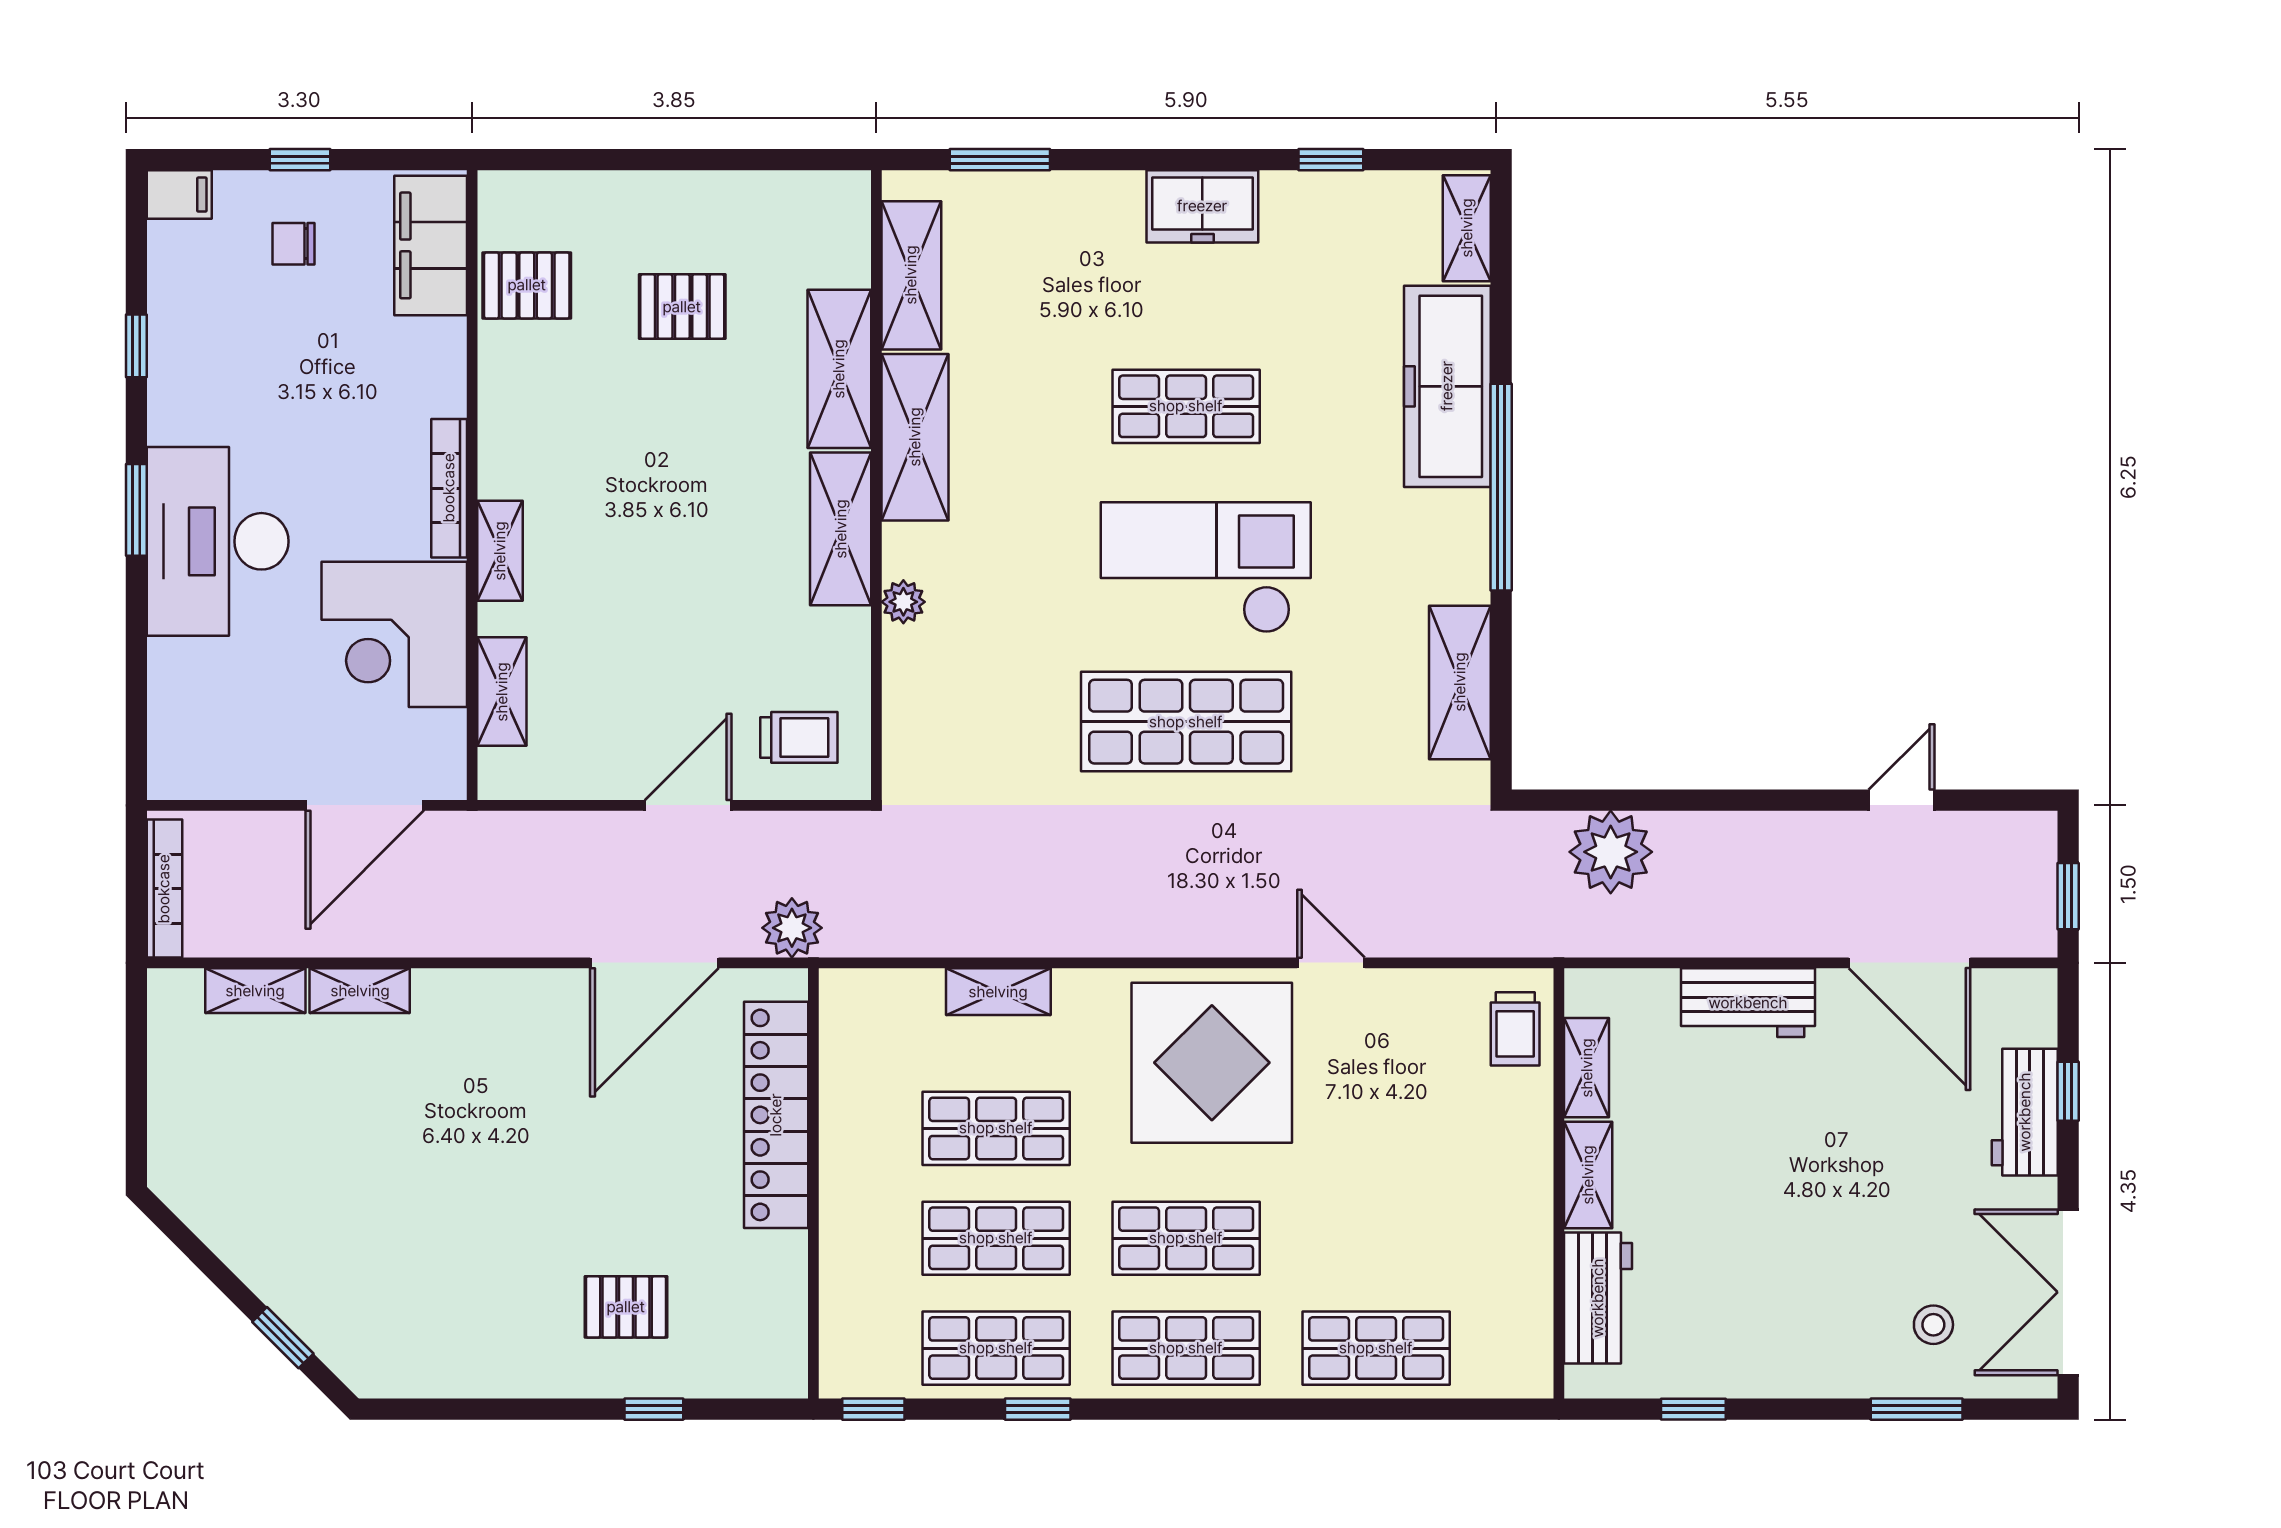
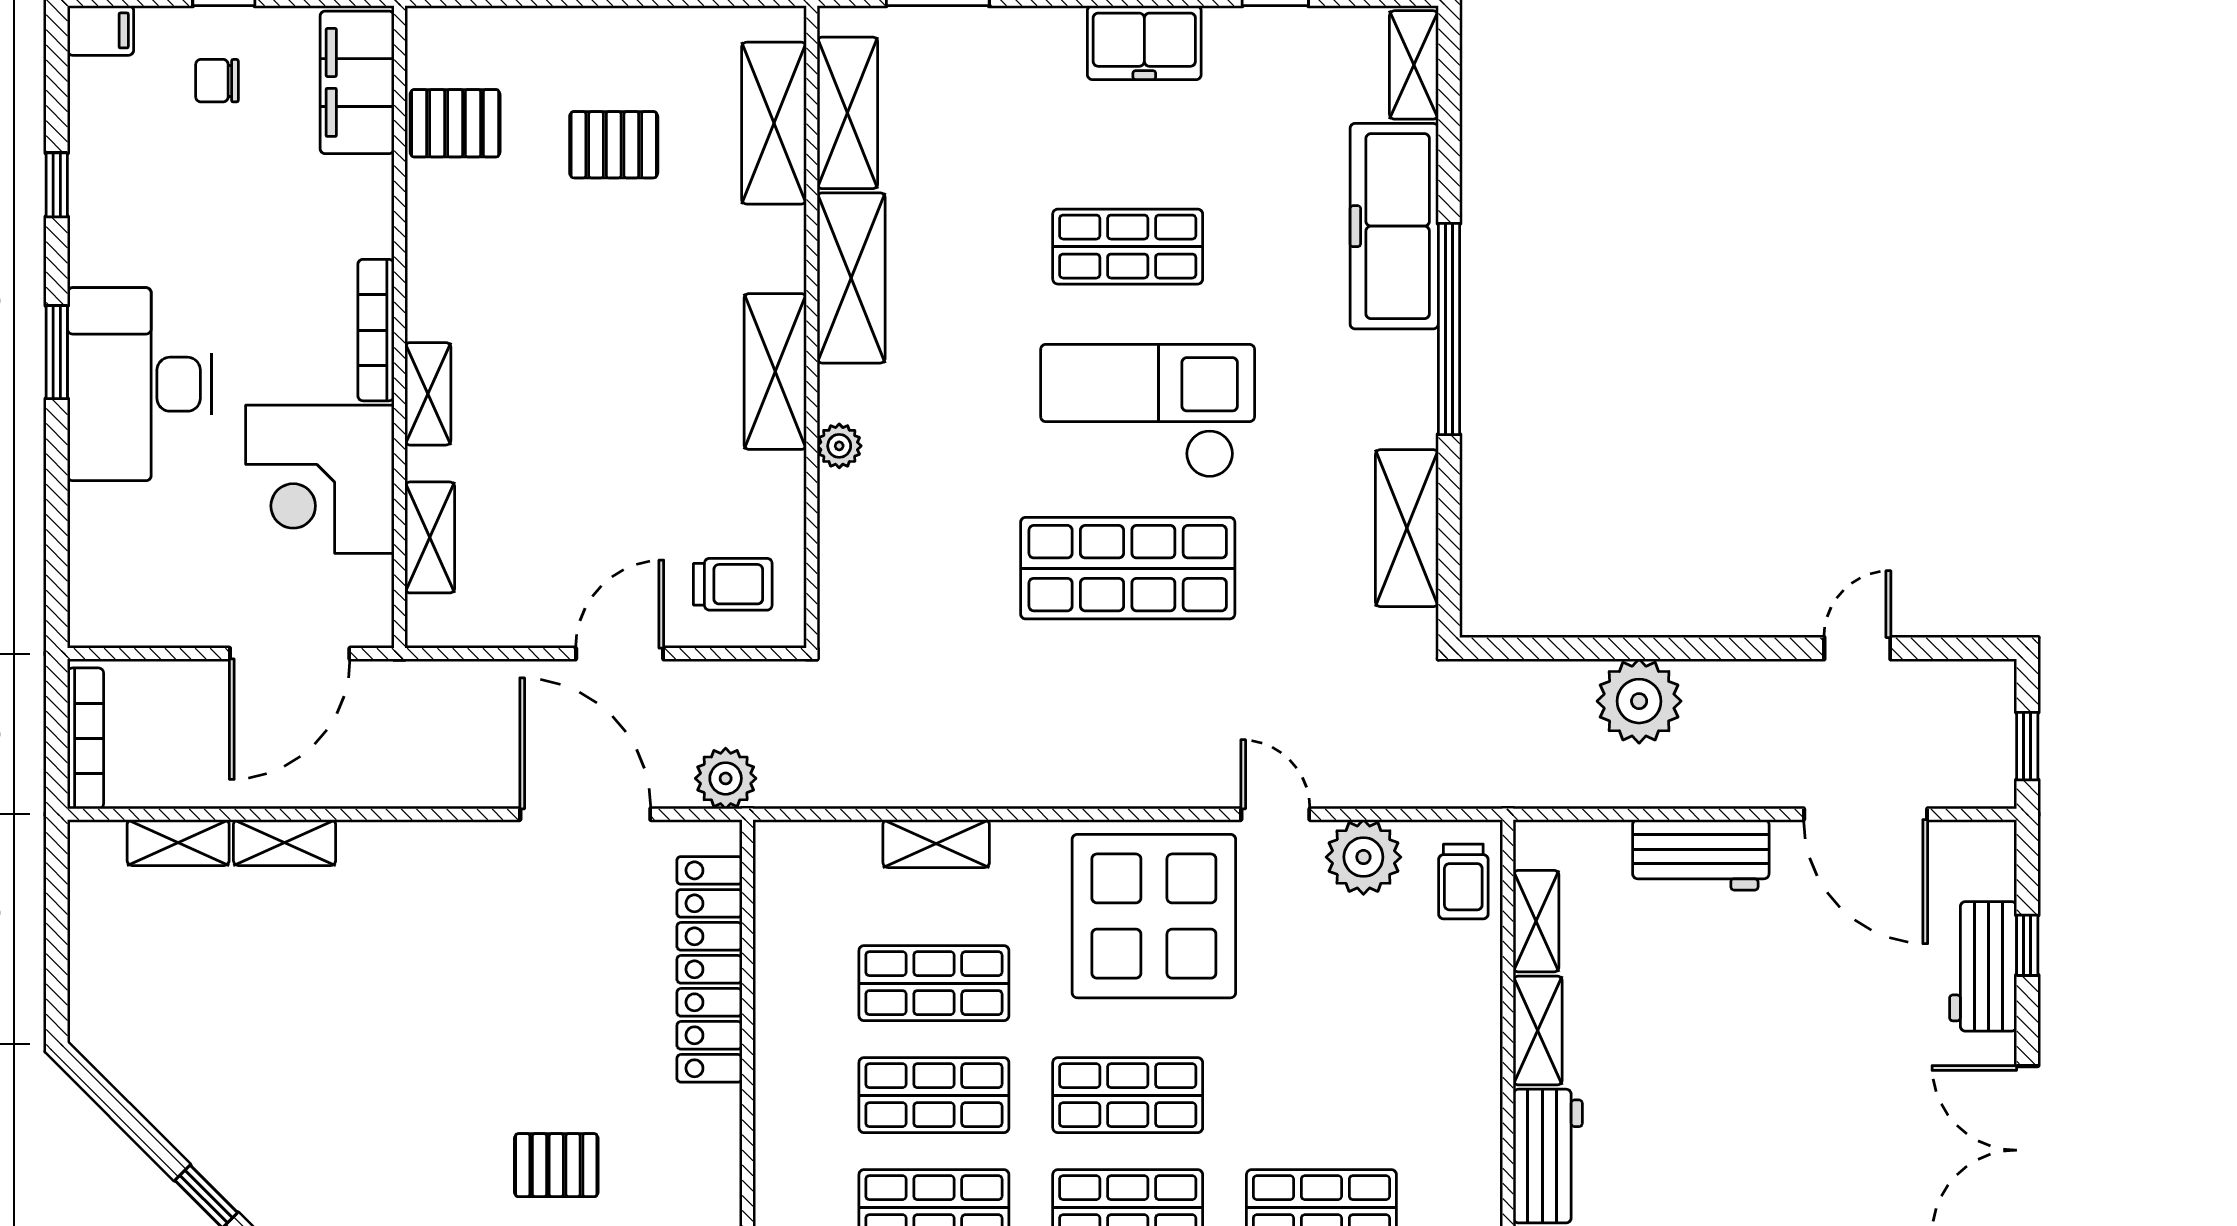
shelving: (839, 369) -> (774, 123), moved
plant: (1611, 852) -> (1639, 701), moved
door: (654, 963) -> (585, 814), swing flipped
plant: (1417, 1005) -> (1363, 857), added
stool: (1933, 1325) -> (1890, 1183), removed

